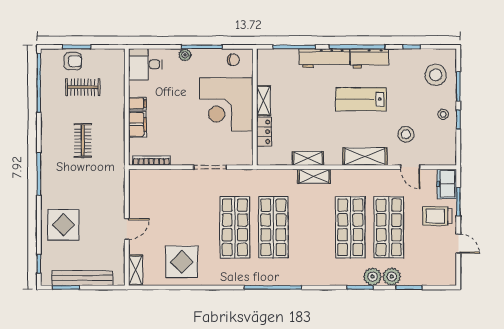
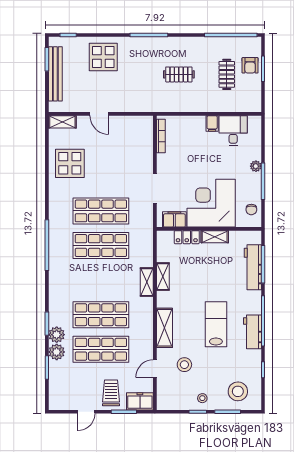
workbench: (324, 58) -> (253, 267), moved
desk: (145, 64) -> (233, 131), moved
filing cabinet: (137, 124) -> (174, 219), moved, turned 180

